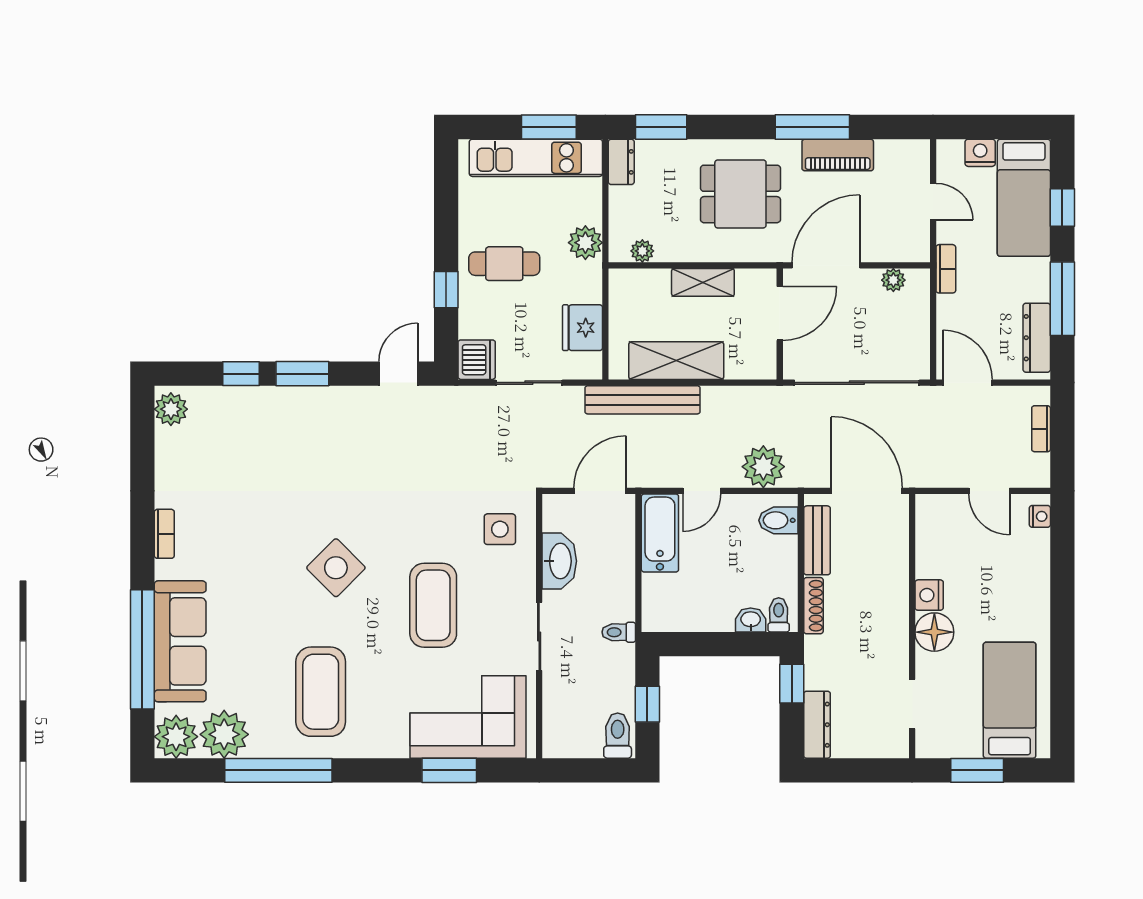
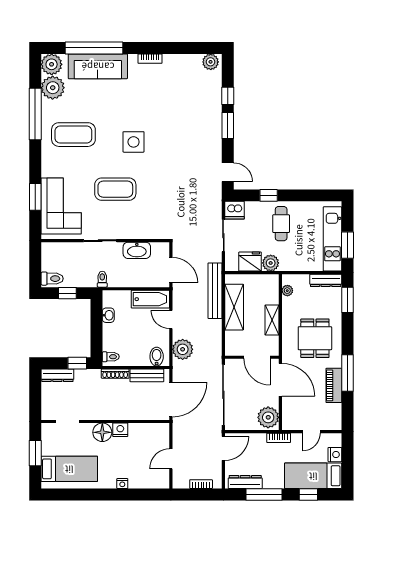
dresser: (621, 162) -> (326, 280), width x1.44
plant: (585, 243) -> (271, 263), moved
plant: (893, 280) -> (268, 417), width x1.88, depth x1.88
nightstand: (1040, 516) -> (122, 484), moved
side table: (500, 529) -> (152, 221), removed
side table: (336, 568) -> (134, 142), turned 45
washbasin: (751, 620) -> (108, 315), moved

